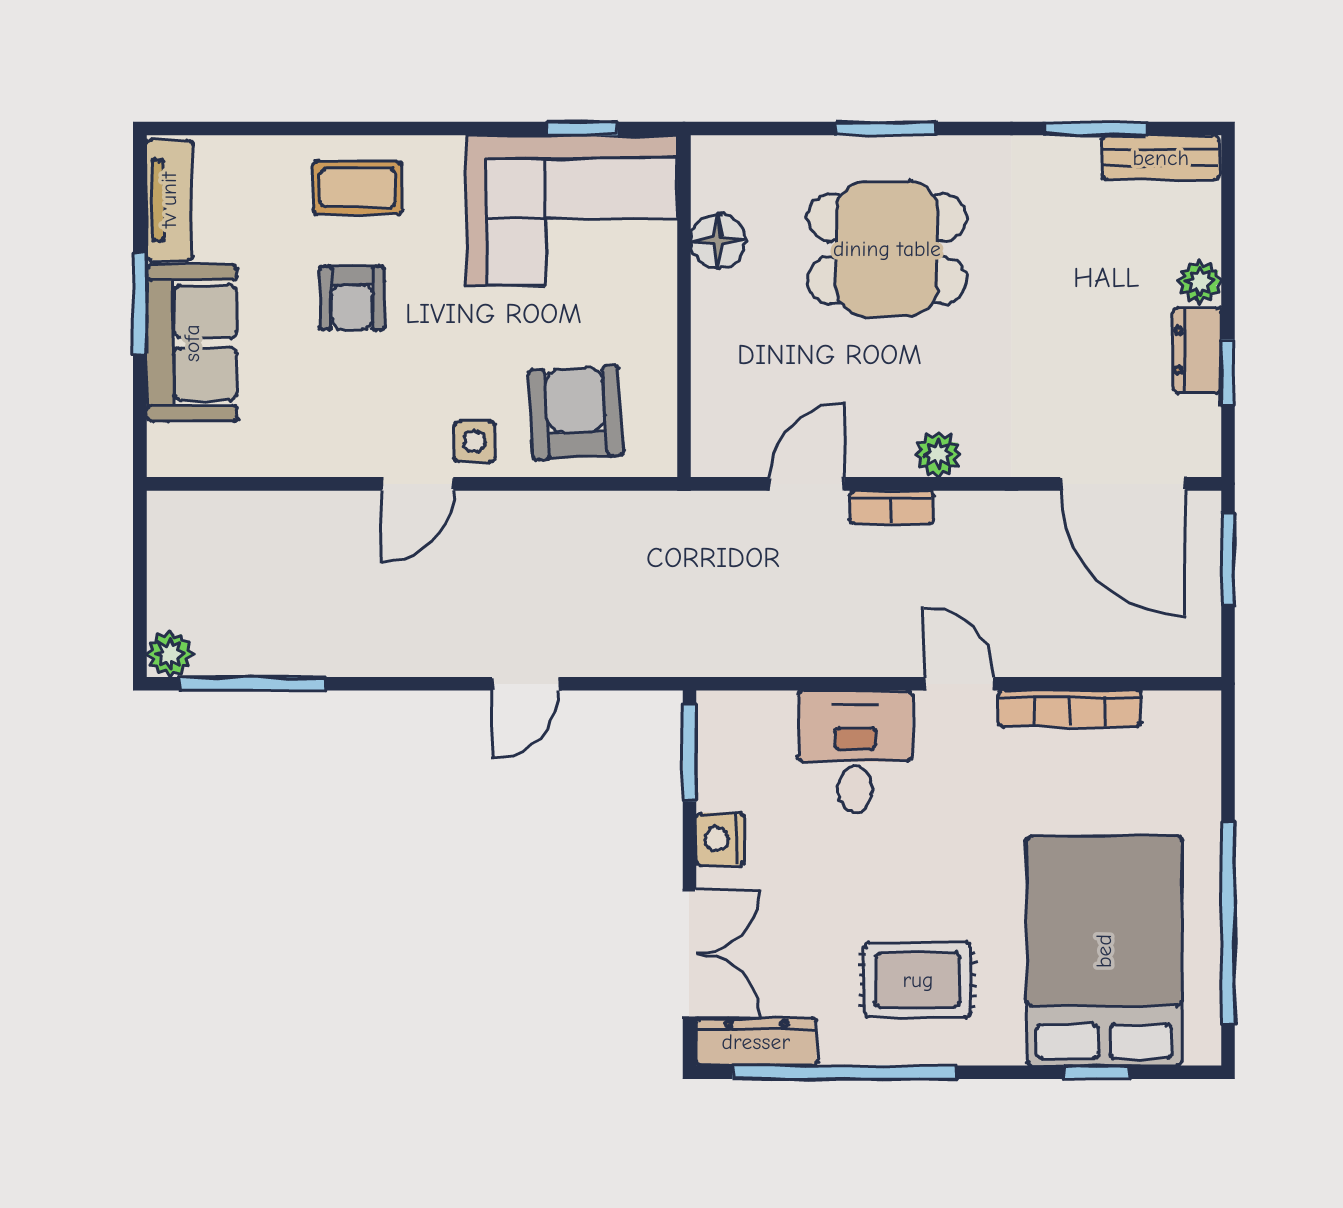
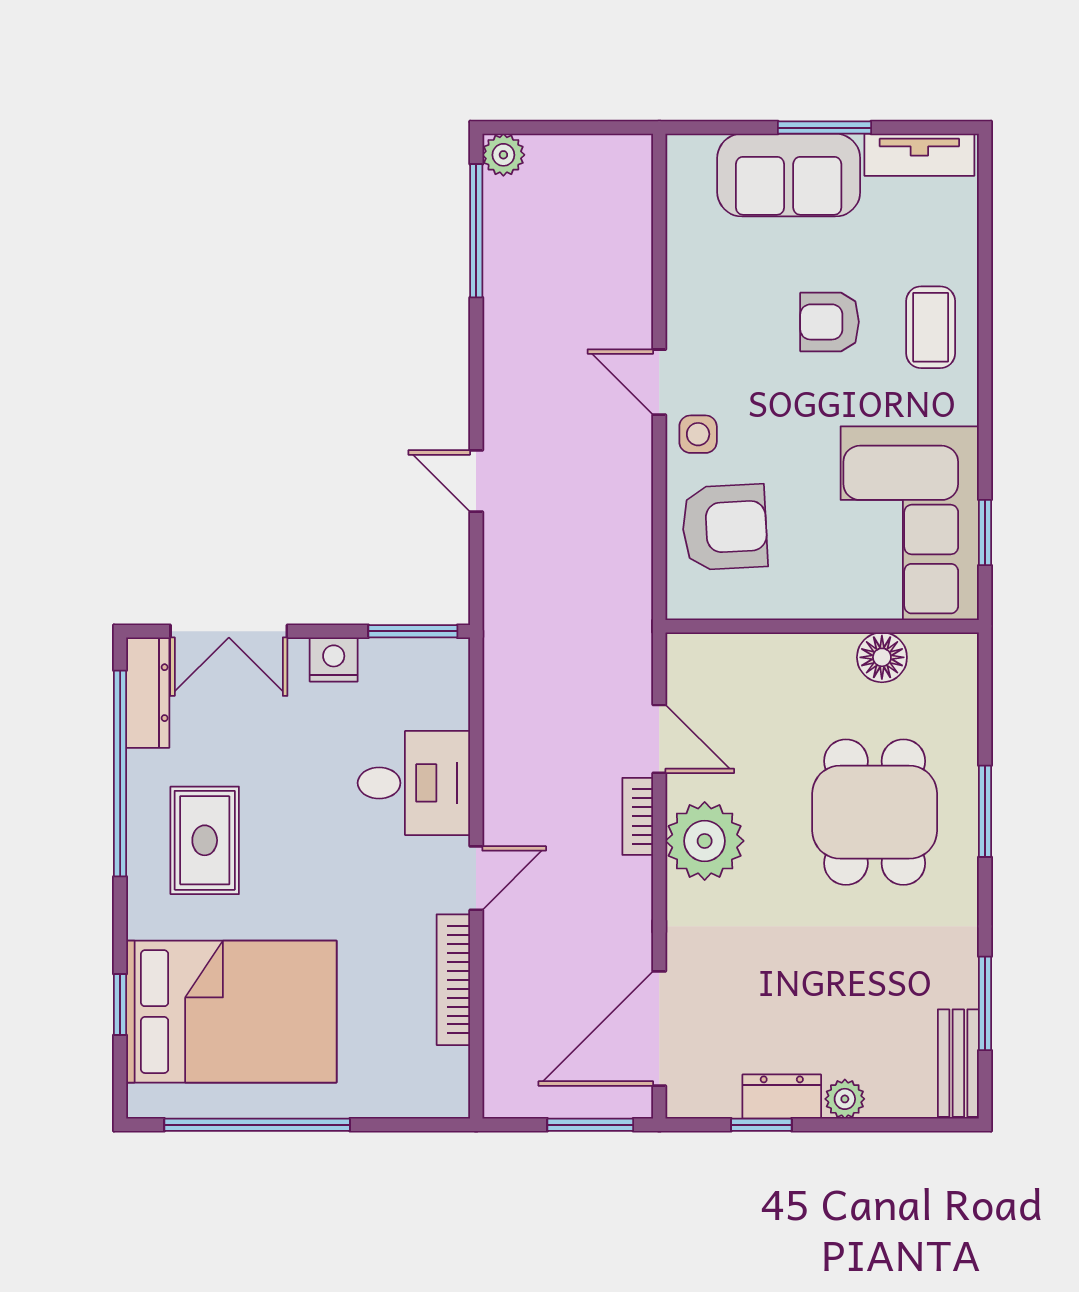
plant: (938, 454) -> (705, 841), width x1.88, depth x1.88

